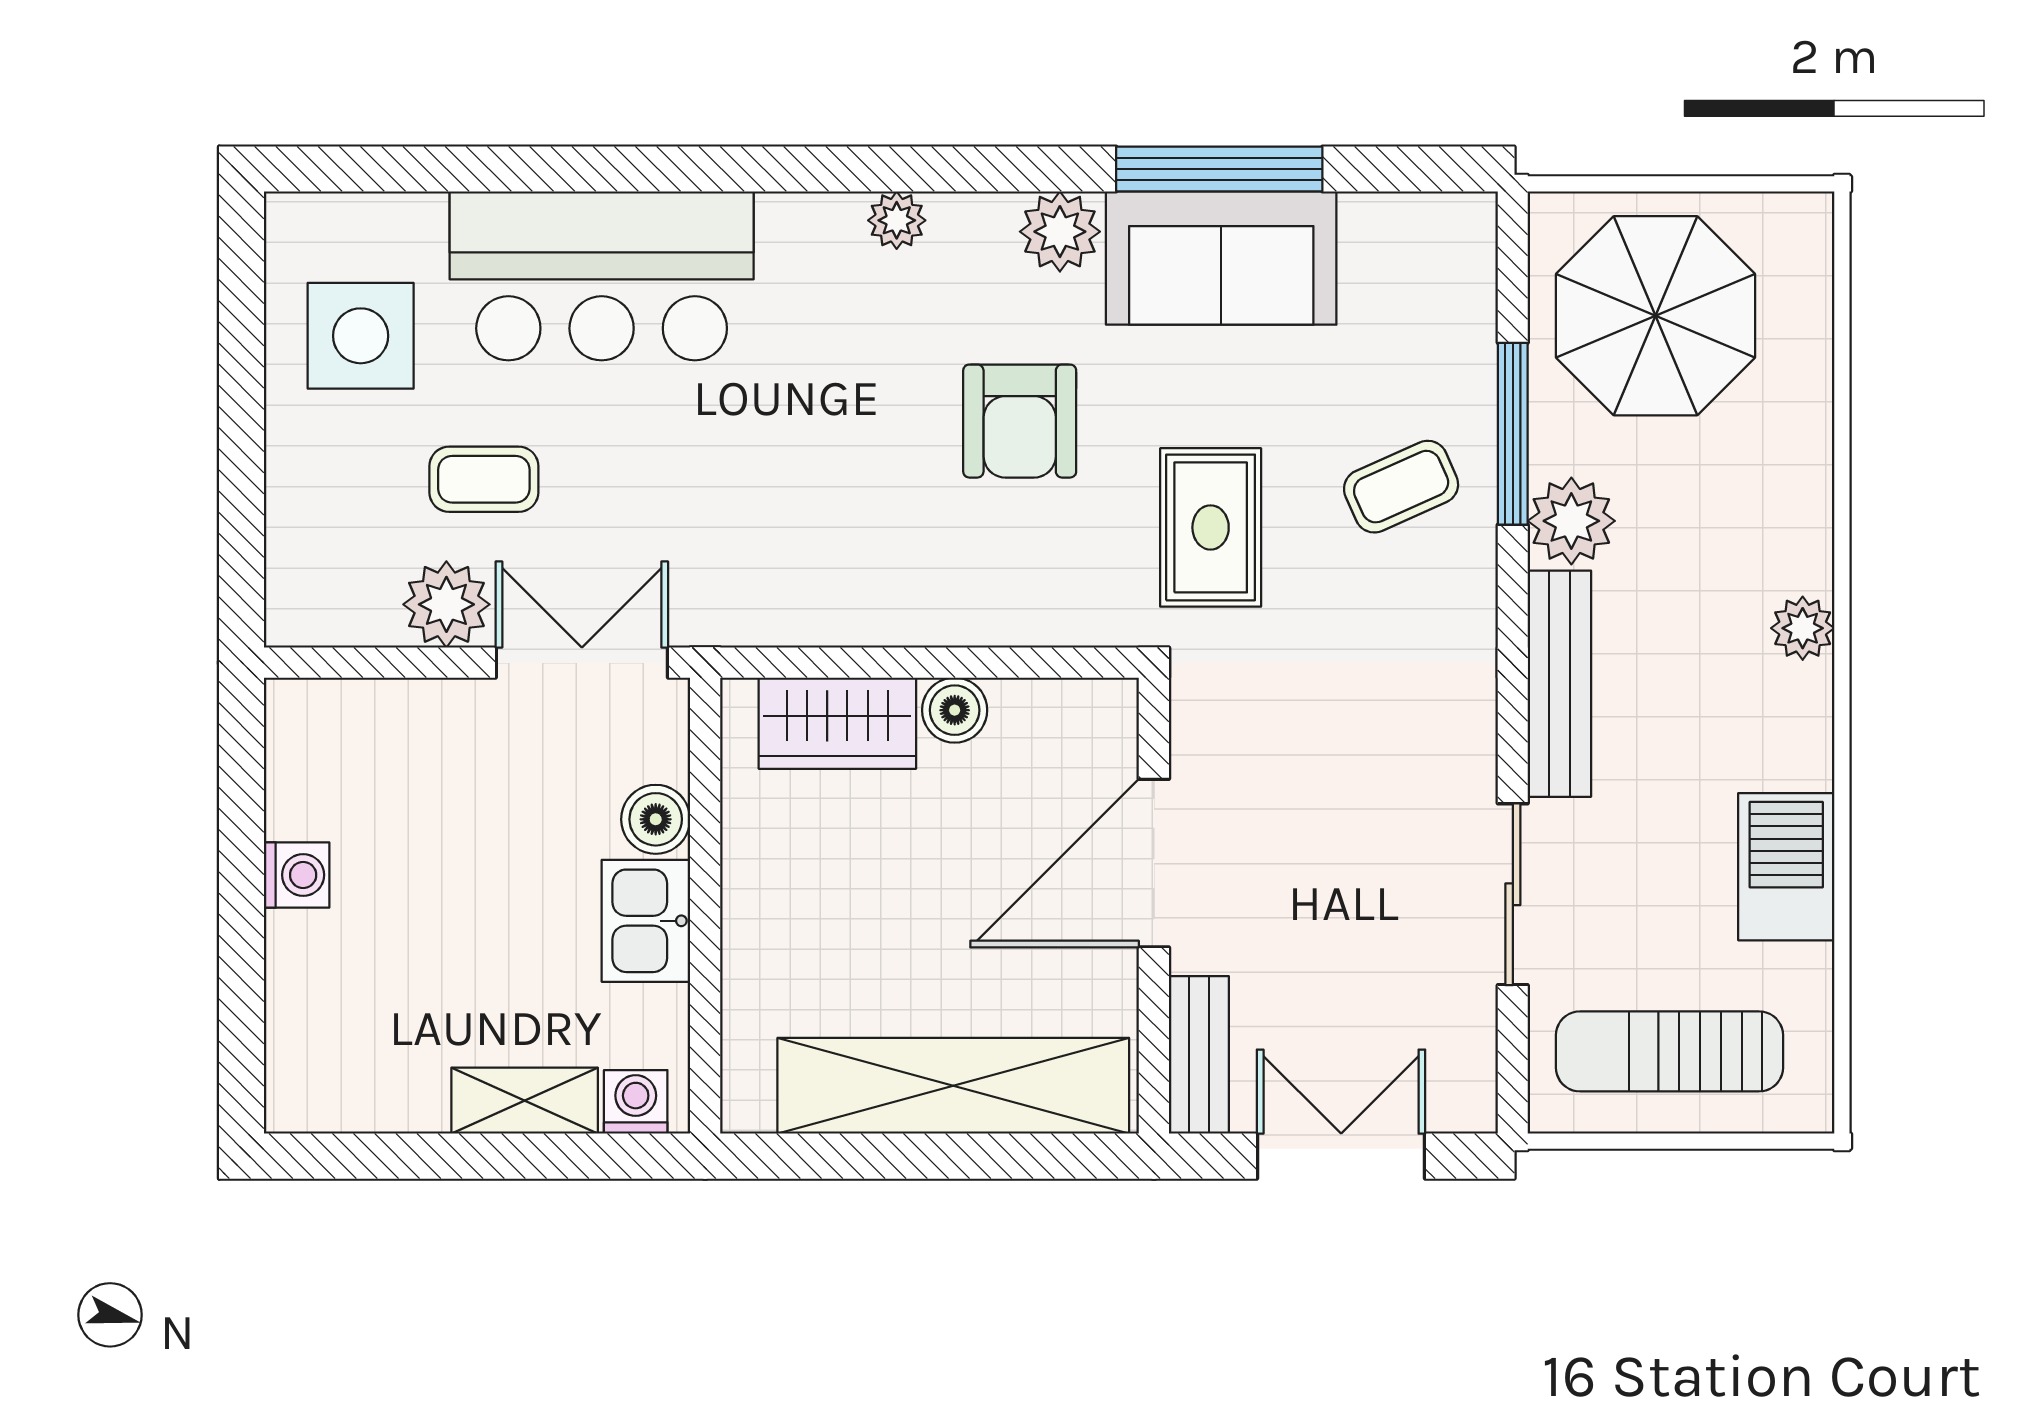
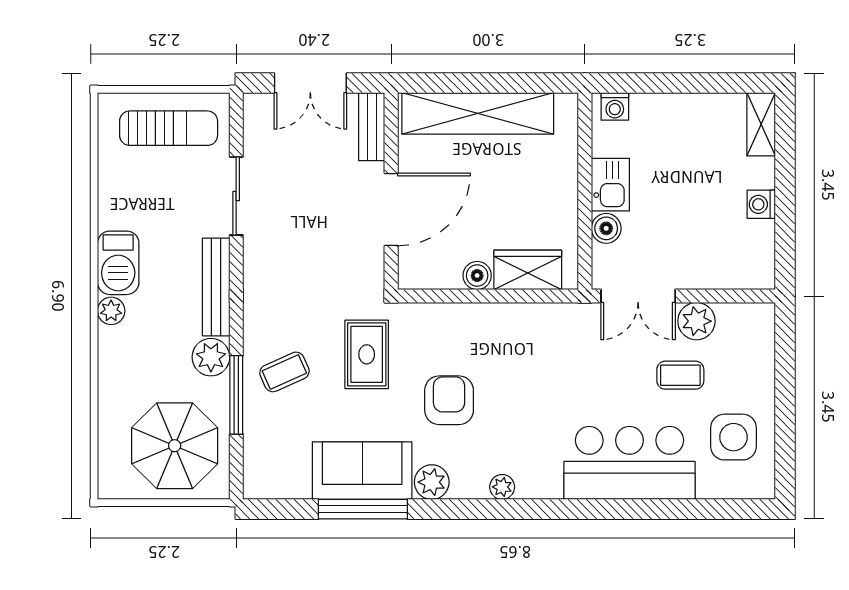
barbecue: (1786, 867) -> (118, 263), moved
shelving: (525, 1101) -> (761, 124), moved, turned 90

